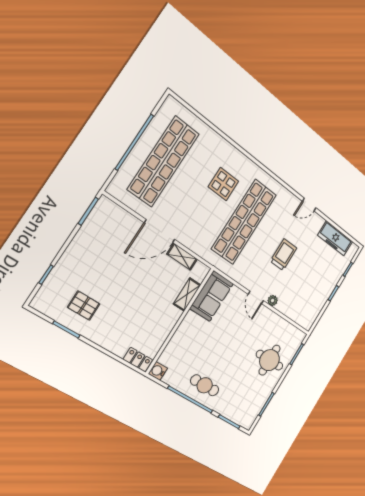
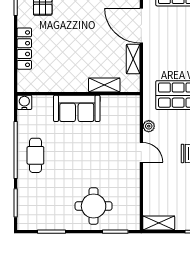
sofa: (212, 296) -> (77, 108), moved
door: (256, 297) -> (141, 152), swing flipped
plant: (273, 300) -> (149, 126), moved
shelving: (311, 317) -> (159, 223), added
locker: (138, 360) -> (24, 49), moved, width x1.53

